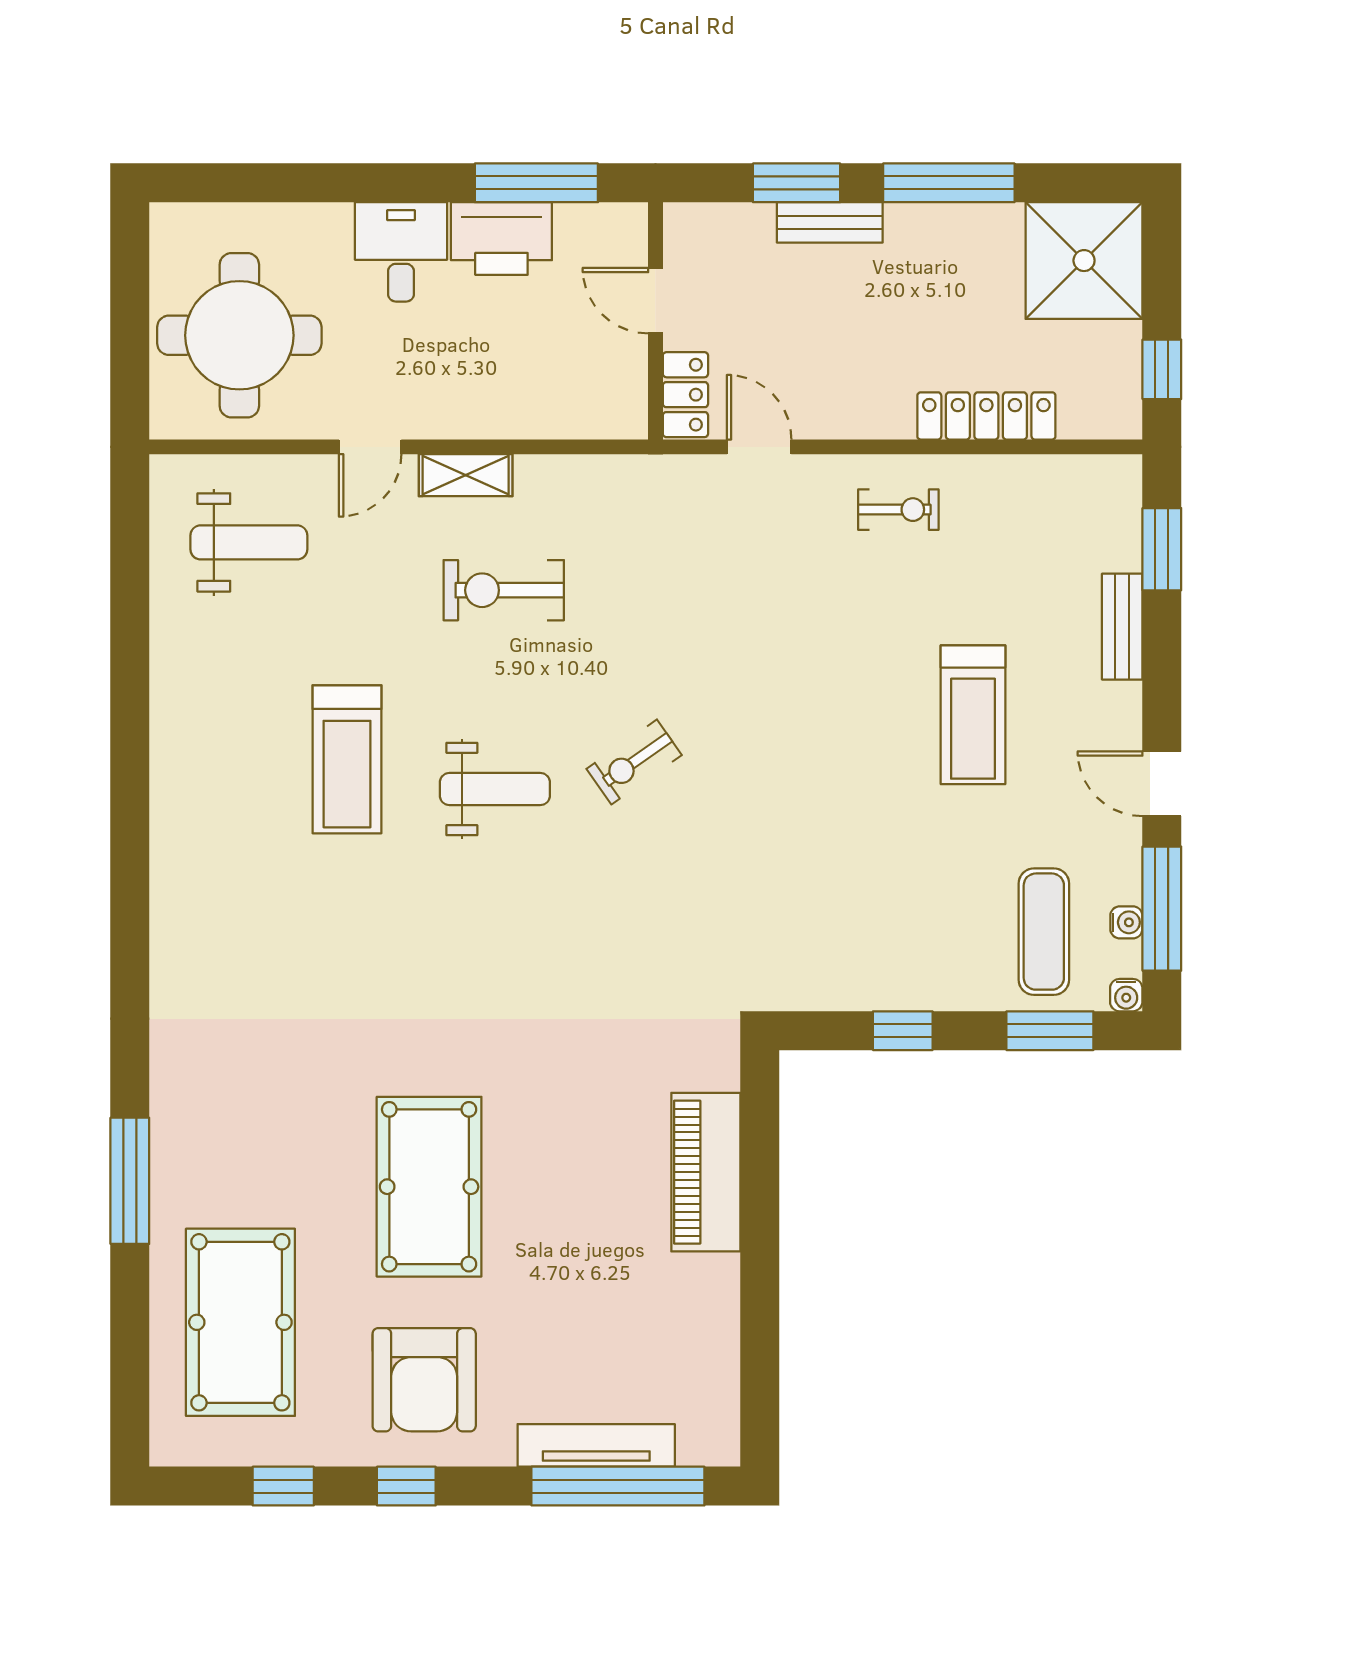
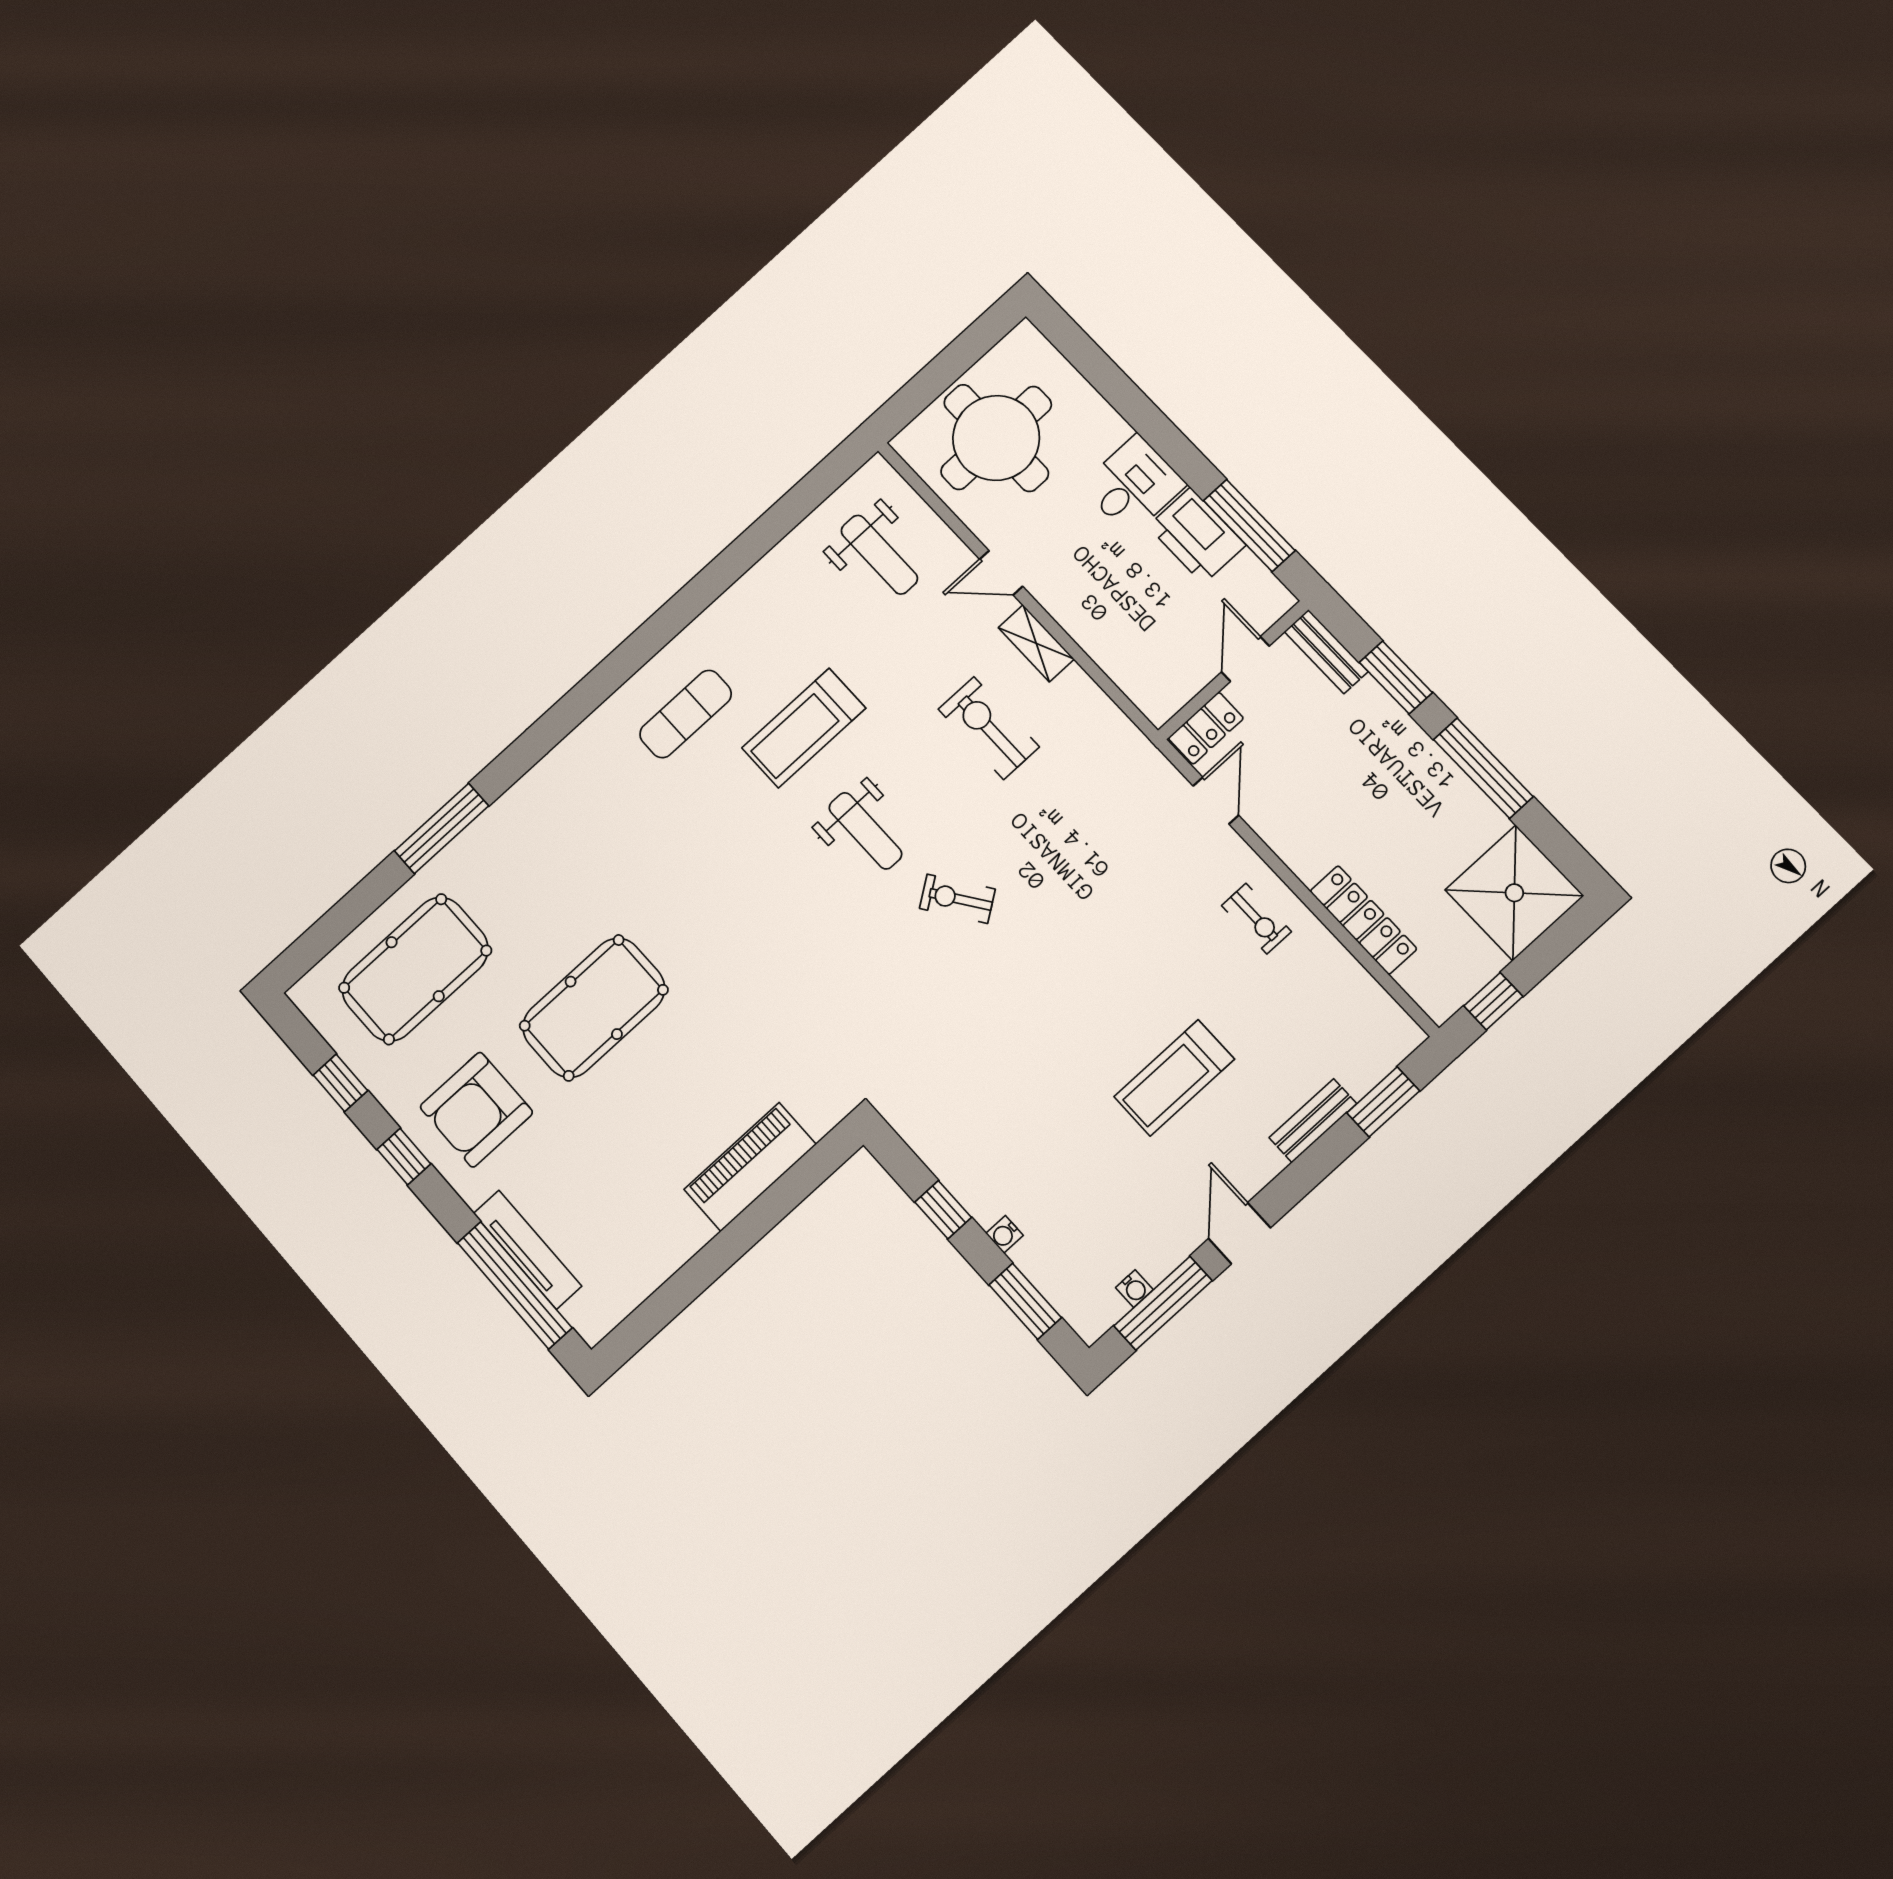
bench: (830, 222) -> (1326, 652), moved
exercise mat: (1044, 932) -> (686, 714), moved
water cooler: (1126, 995) -> (1005, 1234), moved

